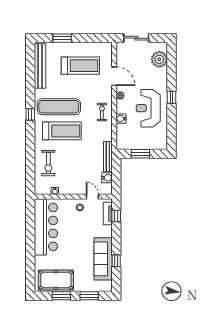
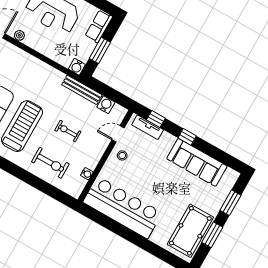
exercise bike: (102, 112) -> (68, 131), moved
water cooler: (121, 119) -> (77, 67), moved
row of seats: (156, 144) -> (99, 26), added
window: (116, 261) -> (187, 137), moved

